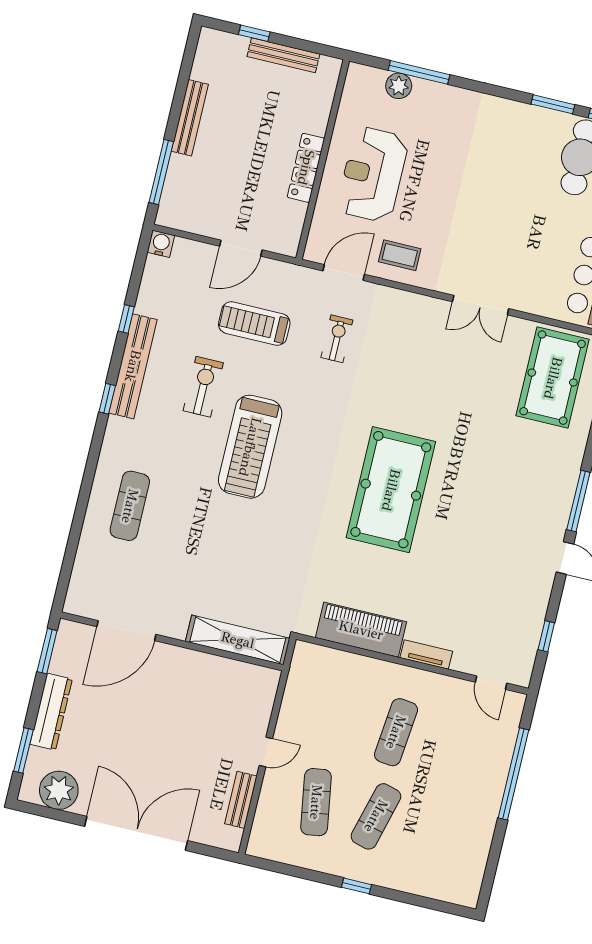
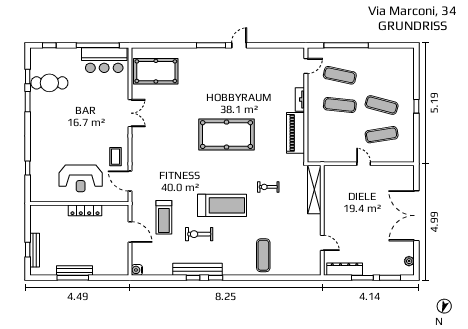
bench: (283, 55) -> (35, 250), moved
window: (419, 72) -> (28, 168), width x0.46
plant: (399, 86) -> (36, 176), removed
window: (161, 172) -> (73, 278), moved
window: (126, 319) -> (193, 278), moved
exercise bike: (337, 339) -> (268, 187), moved
exercise mat: (130, 506) -> (263, 255), turned 90
door: (126, 631) -> (322, 243), width x0.53
window: (546, 636) -> (278, 45), removed
window: (47, 651) -> (362, 278), moved
dresser: (51, 712) -> (345, 269), moved
exercise mat: (456, 746) -> (340, 75), added
plant: (59, 790) -> (409, 261), width x0.53, depth x0.53
bench: (241, 800) -> (389, 170), removed

